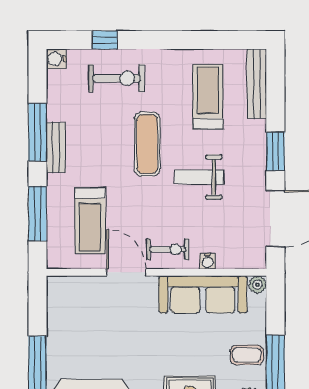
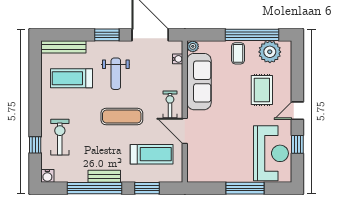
window: (38, 132) -> (95, 188), width x1.46
exercise mat: (147, 144) -> (122, 117), moved
weight bench: (199, 177) -> (116, 74), moved
window: (38, 214) -> (147, 188), width x0.69
water cooler: (208, 261) -> (178, 59), moved
door: (126, 272) -> (185, 131), hinge flipped

